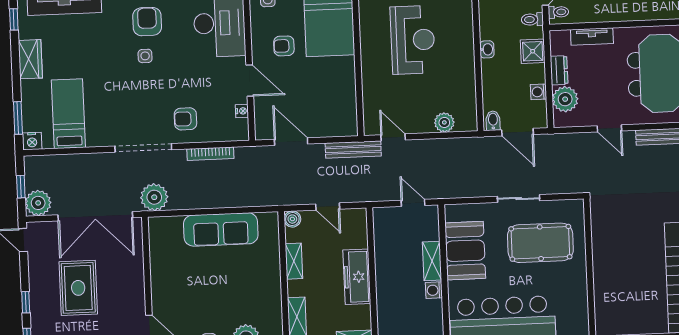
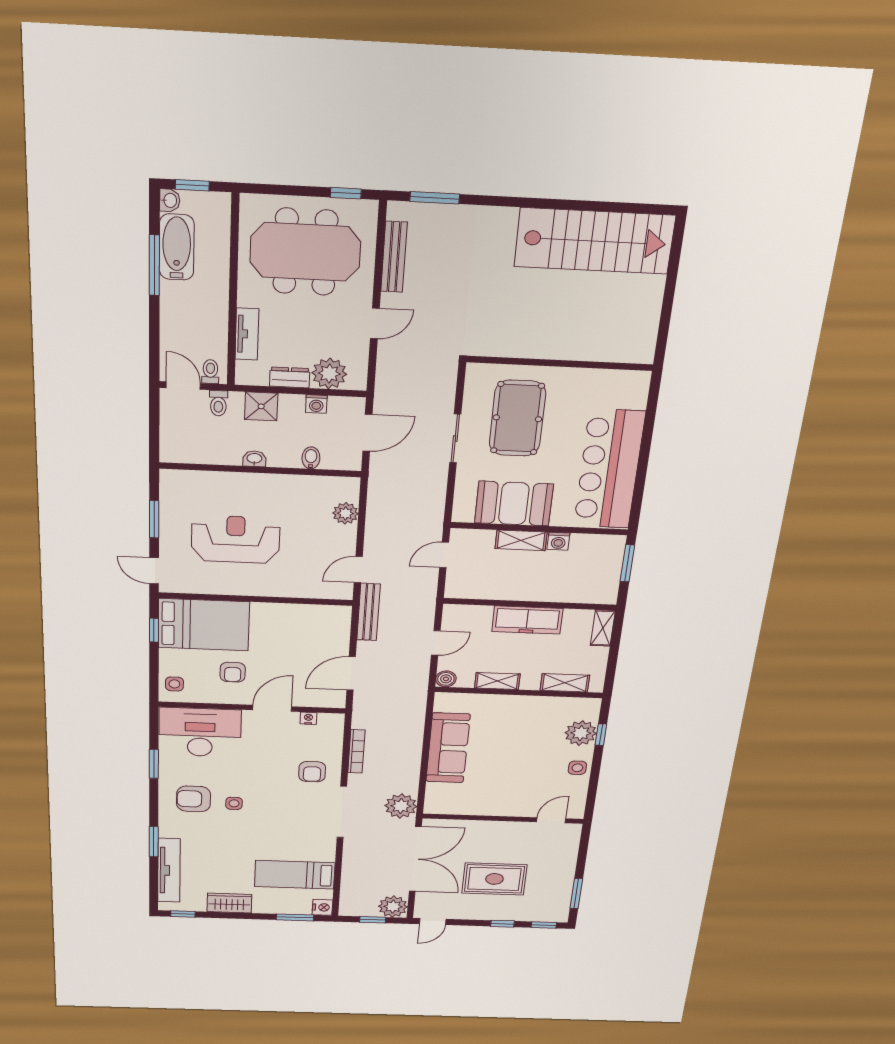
bidet: (493, 121) -> (311, 458), moved, turned 90

